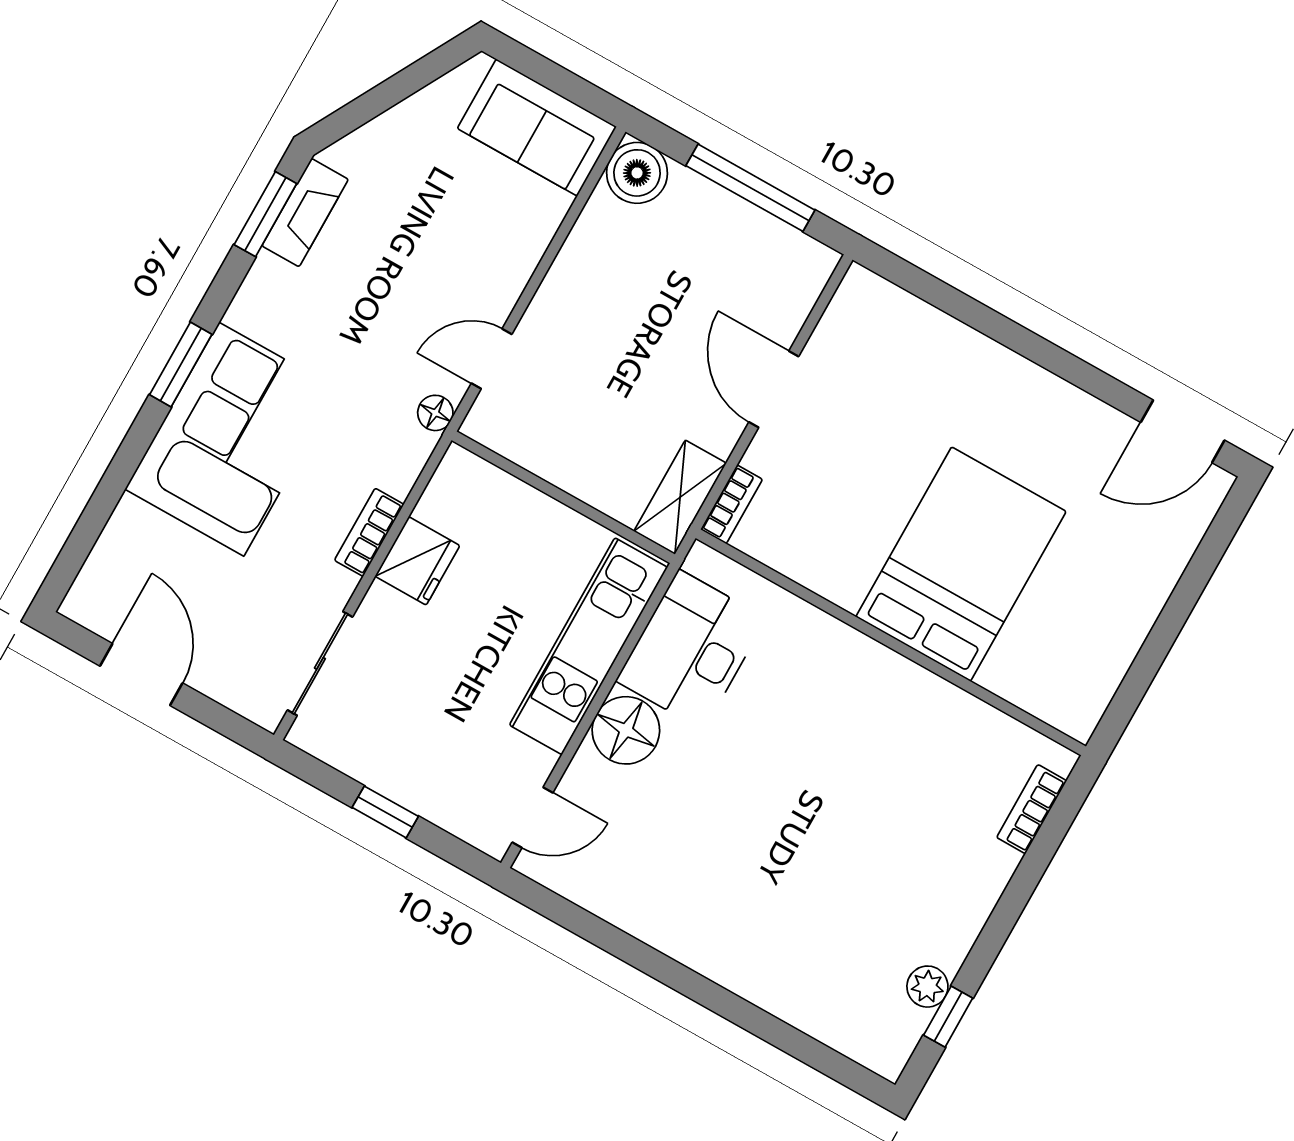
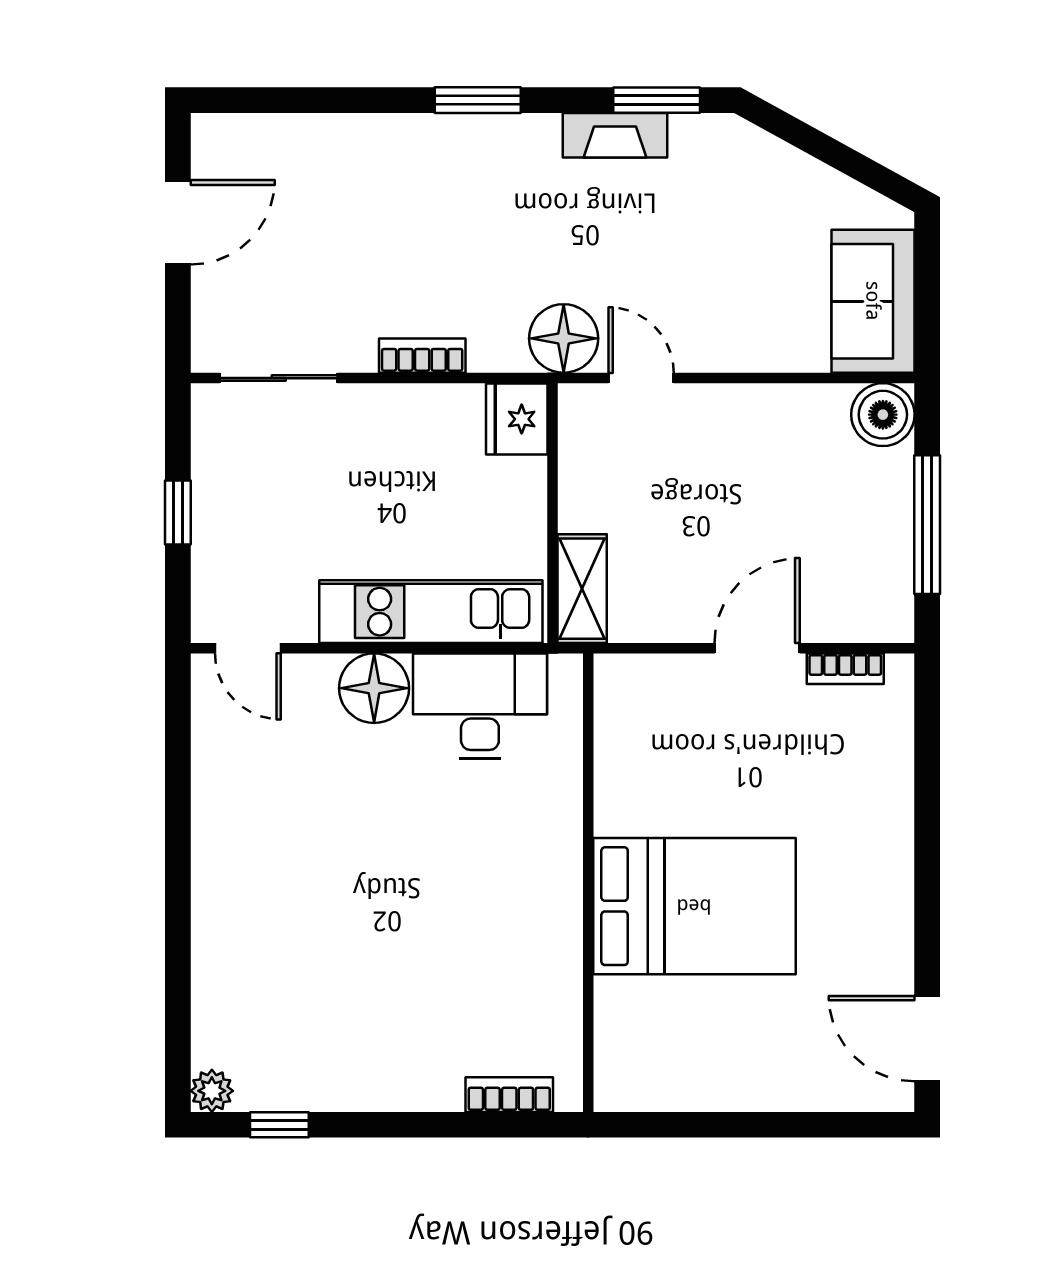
fireplace: (305, 213) -> (615, 135), moved
floor lamp: (435, 413) -> (564, 338), width x1.89, depth x1.89
corner sofa: (231, 439) -> (436, 184), removed
shelving: (680, 497) -> (582, 589), moved, turned 90
bookcase: (732, 504) -> (845, 669), moved
fridge: (417, 561) -> (517, 419), moved, turned 90
plant: (927, 987) -> (212, 1091), moved

